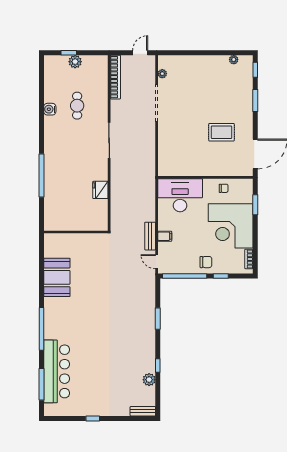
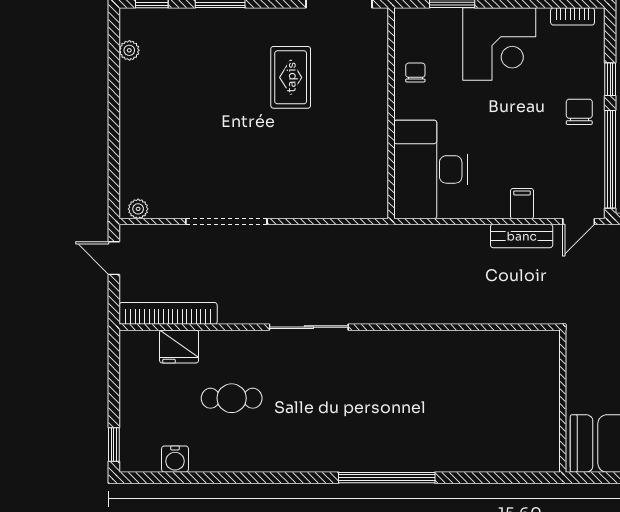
window: (69, 53) -> (114, 445), moved
plant: (75, 62) -> (134, 403), removed
plant: (162, 74) -> (138, 209), moved
water cooler: (50, 109) -> (175, 459), moved
fridge: (100, 190) -> (179, 346), moved
corner desk: (231, 226) -> (499, 44), width x0.74, depth x0.74
wall: (76, 232) -> (563, 401), moved

